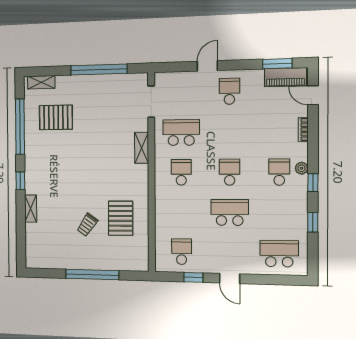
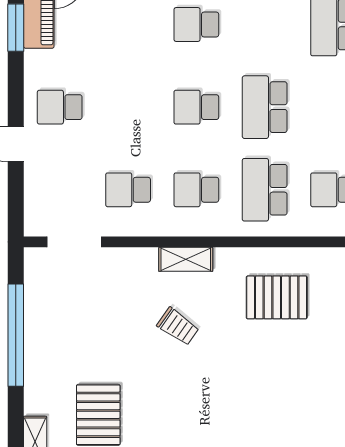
school desk: (181, 132) -> (128, 190), width x0.54
shelving: (142, 148) -> (186, 259), moved
school desk: (181, 212) -> (265, 190), added
trolley: (87, 225) -> (178, 326), moved

